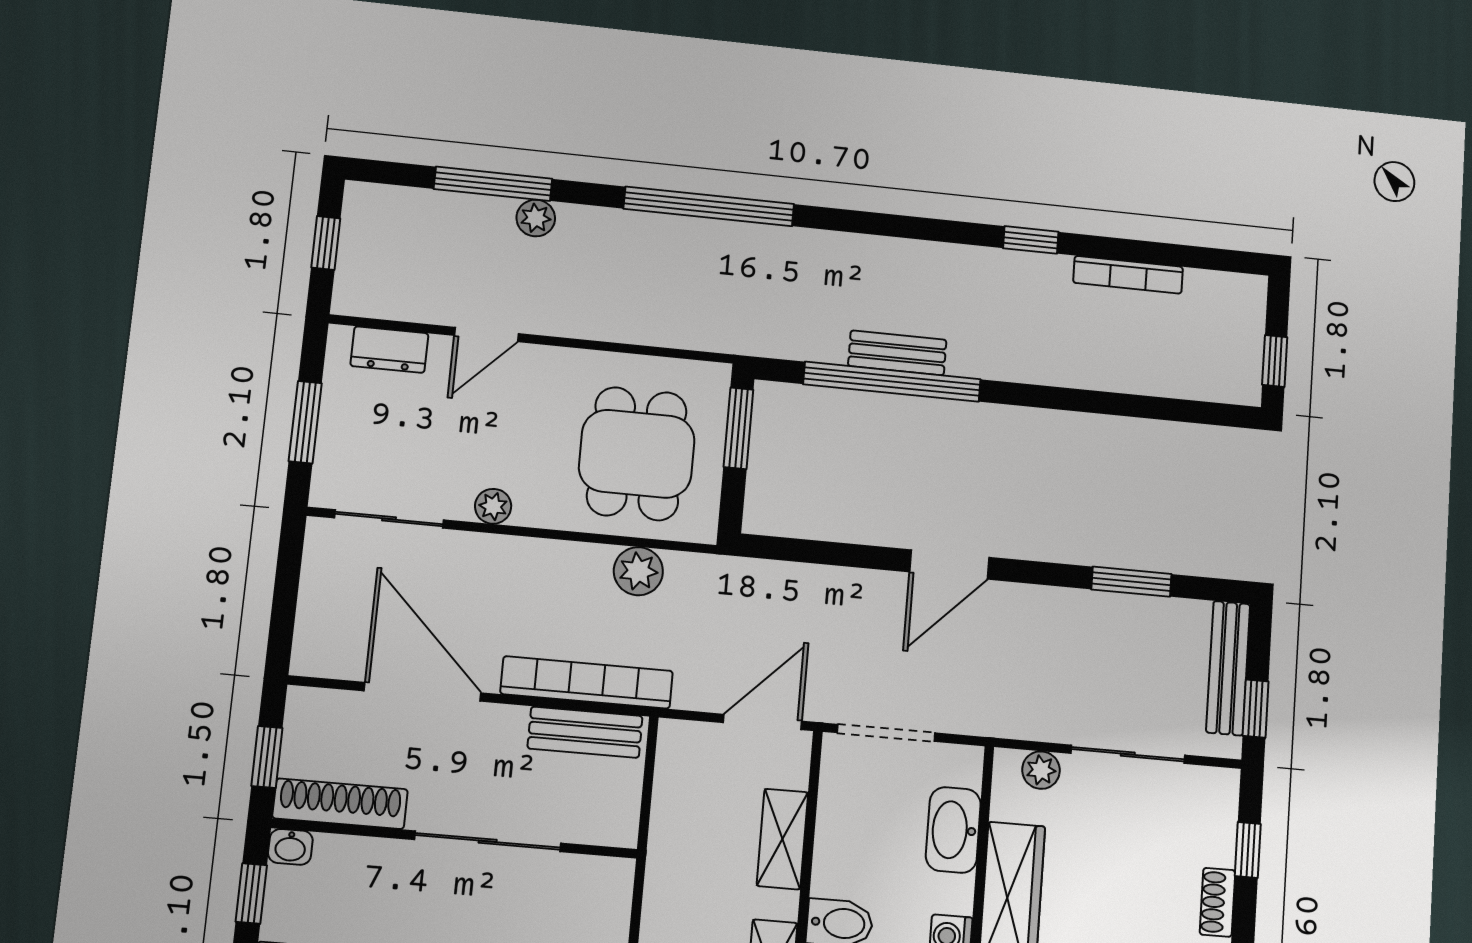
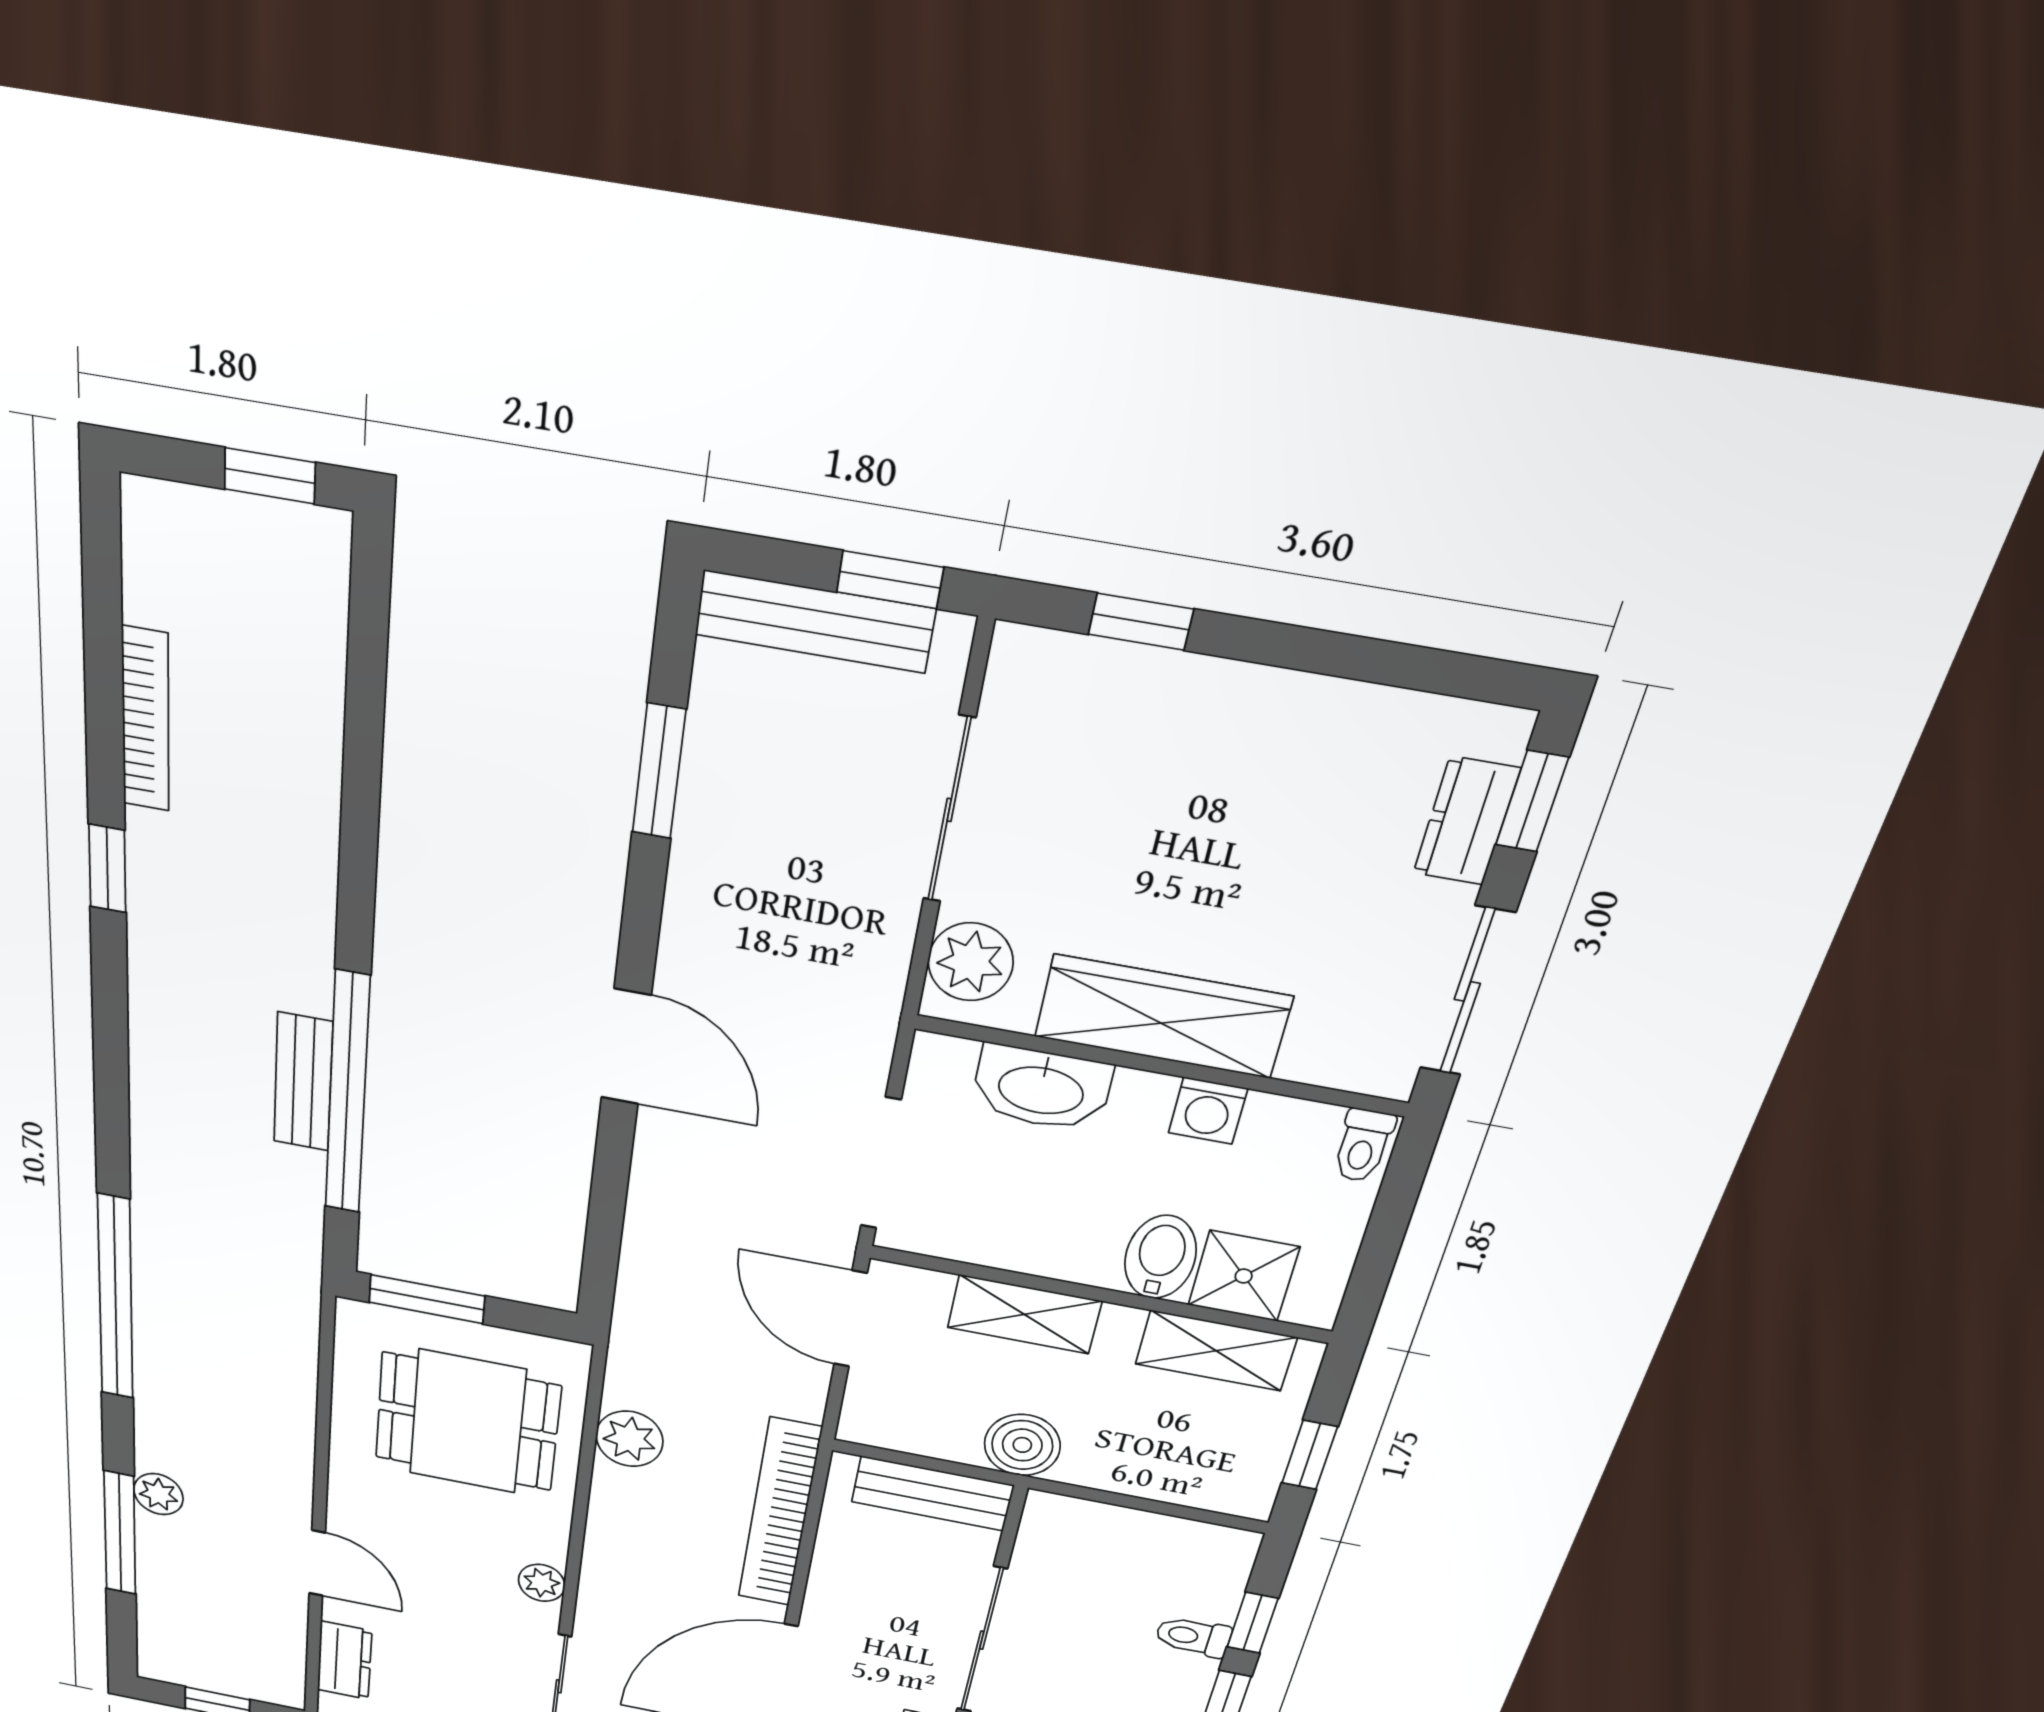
bench: (585, 732) -> (932, 1493), moved, turned 90
plant: (1041, 770) -> (971, 962), width x1.38, depth x1.38
boiler: (673, 850) -> (1022, 1445), added
shoe rack: (1217, 902) -> (1225, 686), removed

